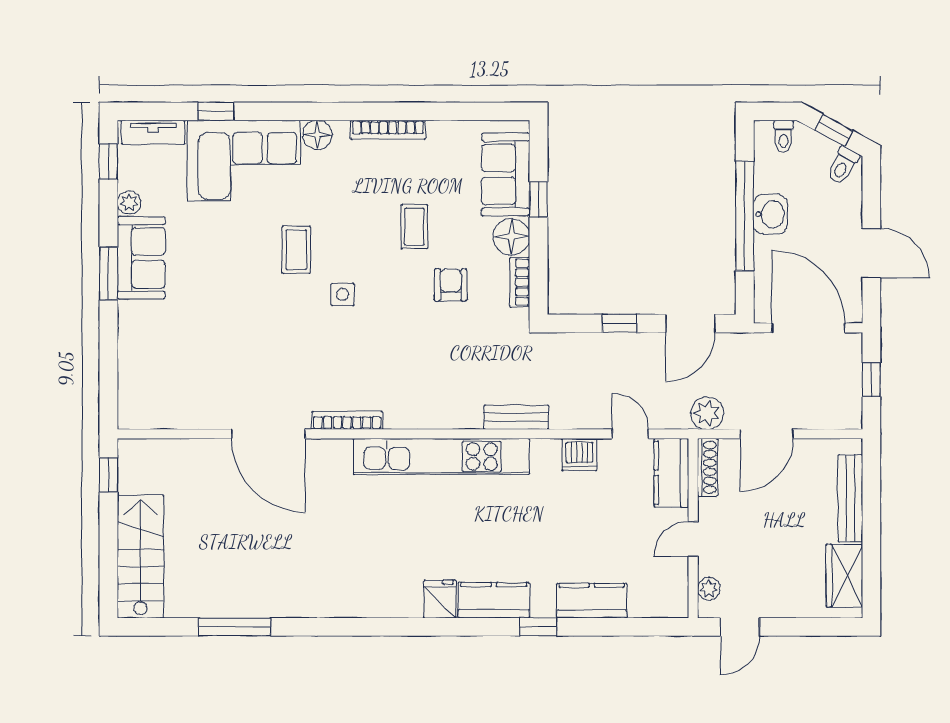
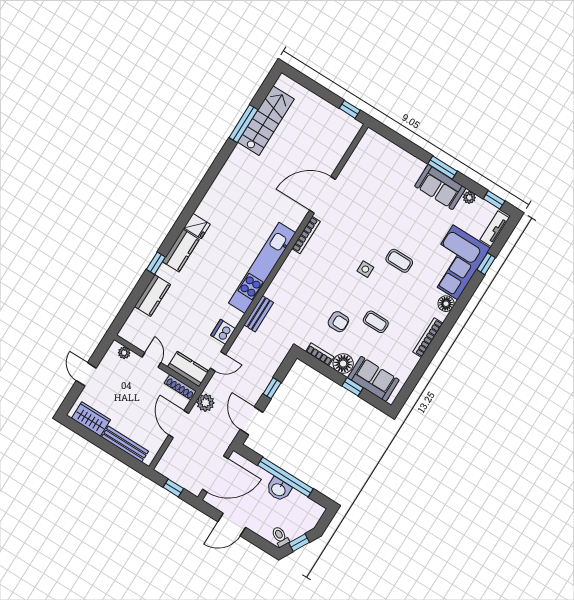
toilet: (784, 136) -> (311, 518), removed
stairs: (140, 557) -> (266, 121), moved, turned -90
door: (740, 627) -> (86, 374), moved

